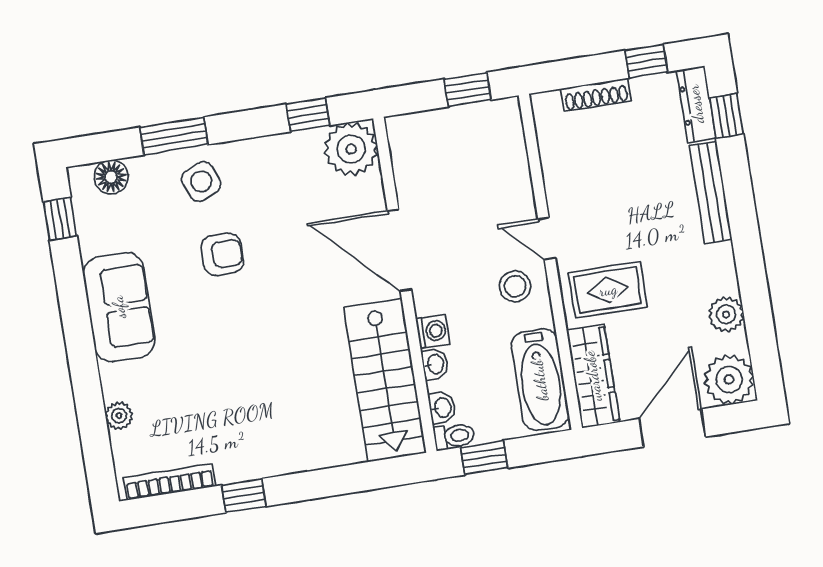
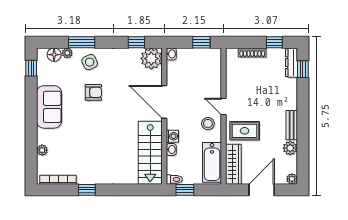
plant: (143, 168) -> (67, 53), added
bench: (711, 193) -> (292, 125), moved, width x0.73
plant: (729, 380) -> (292, 179), width x0.53, depth x0.53
washbasin: (442, 408) -> (171, 54), moved

